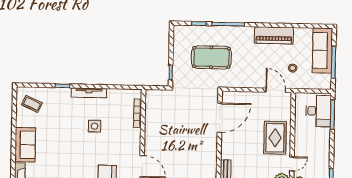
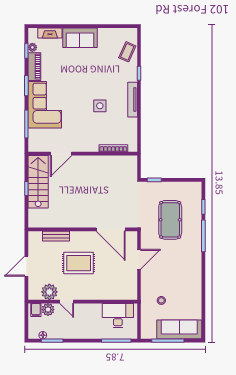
piano: (274, 35) -> (193, 281), removed
door: (276, 90) -> (139, 259), moved
coffee table: (32, 104) -> (127, 52), moved
desk: (318, 111) -> (118, 316), moved, turned 180
rug: (275, 138) -> (79, 263), moved

